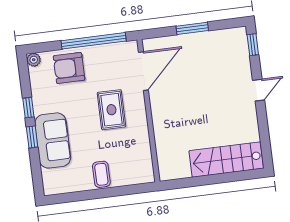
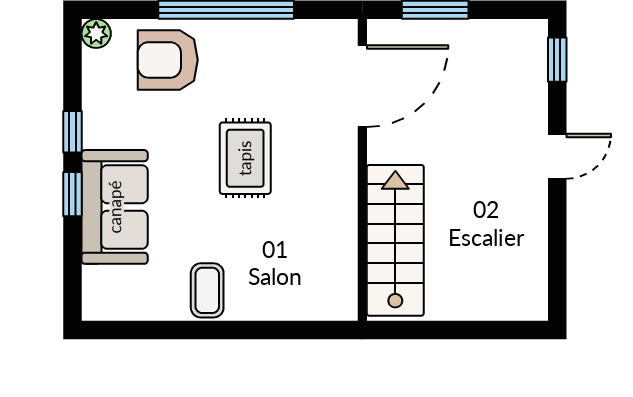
door: (143, 71) -> (362, 86), moved
wall: (148, 111) -> (362, 170), moved
stairs: (226, 160) -> (395, 240), moved, turned 90

